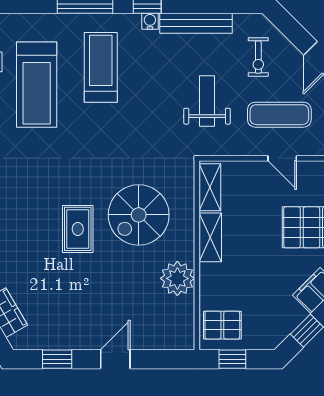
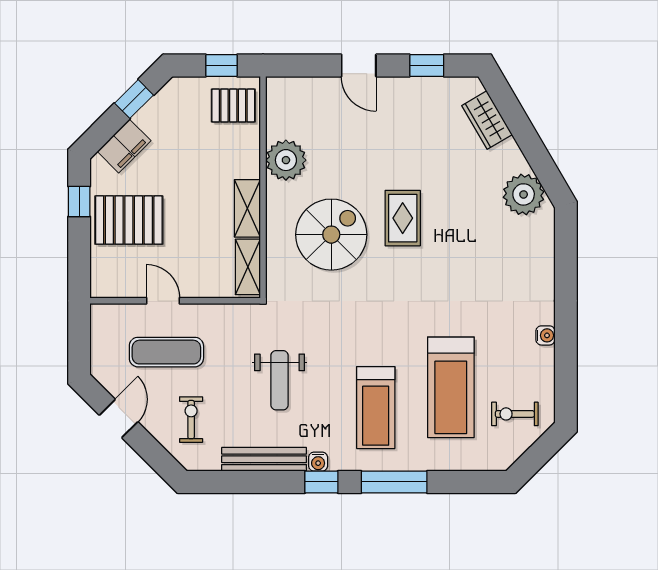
treadmill: (37, 85) -> (451, 387), turned 180
weight bench: (207, 101) -> (280, 380), moved
door: (115, 359) -> (359, 66), hinge flipped

